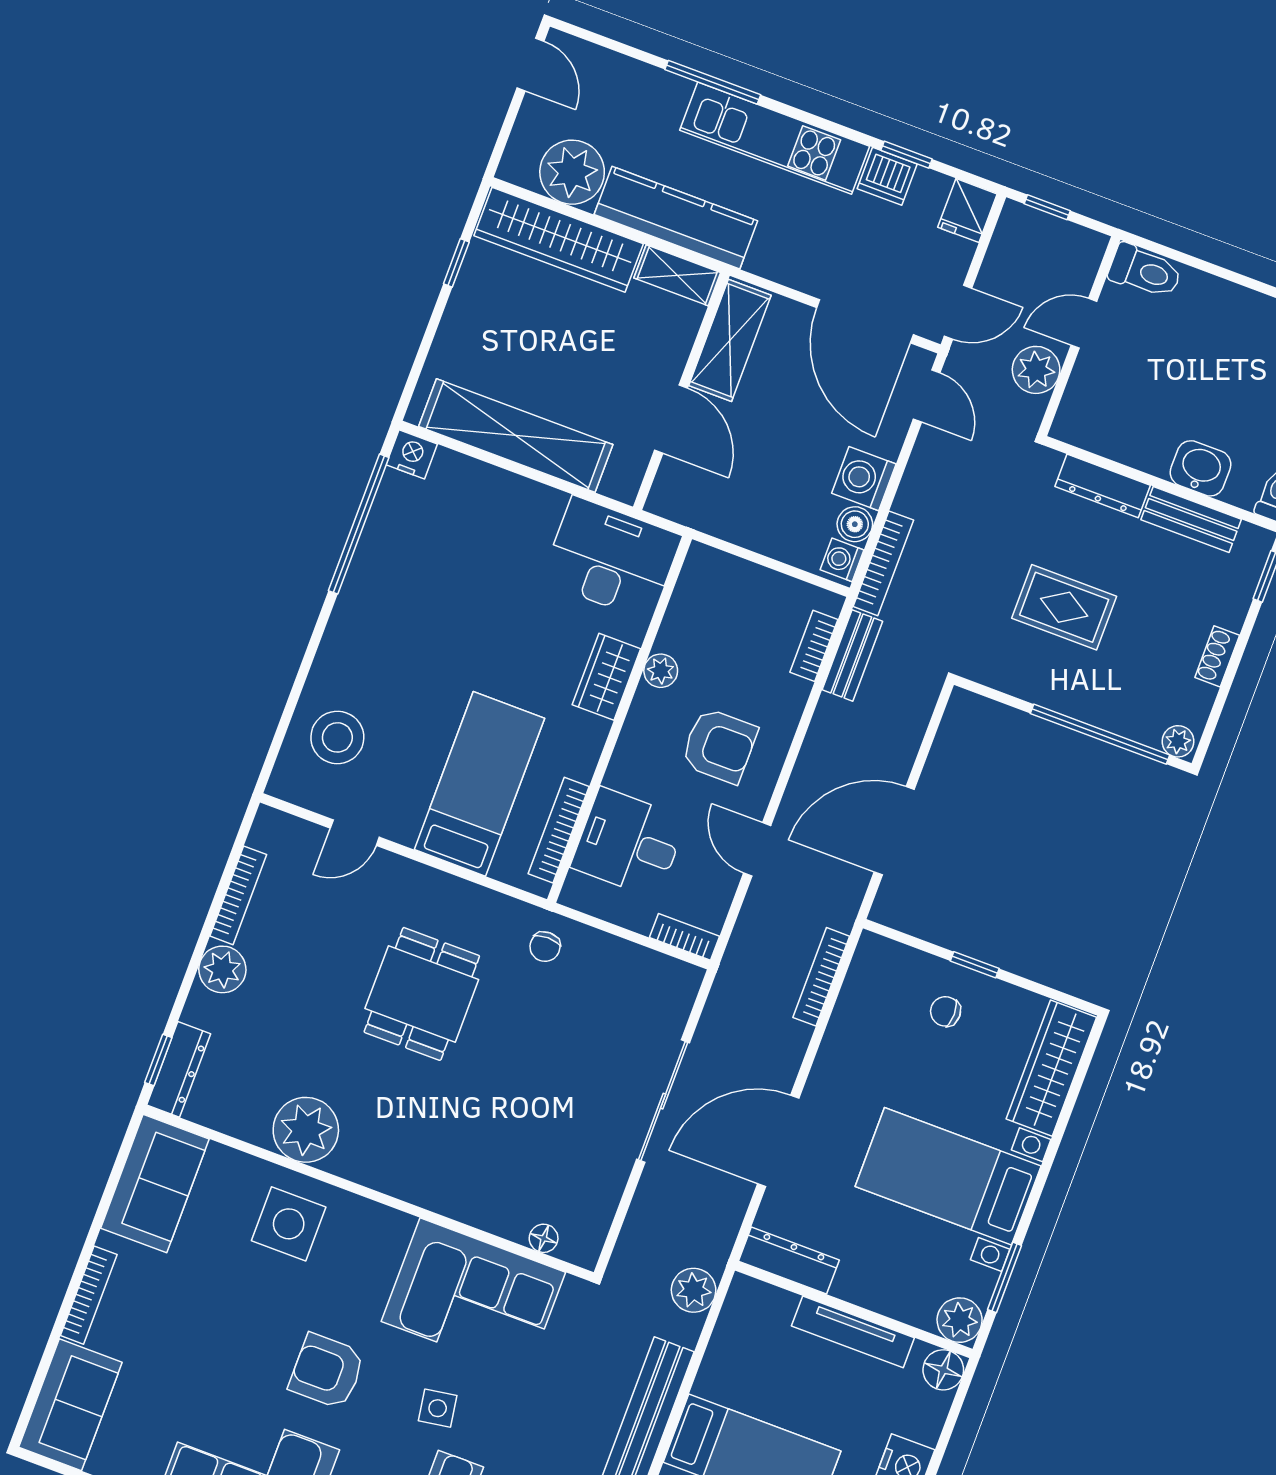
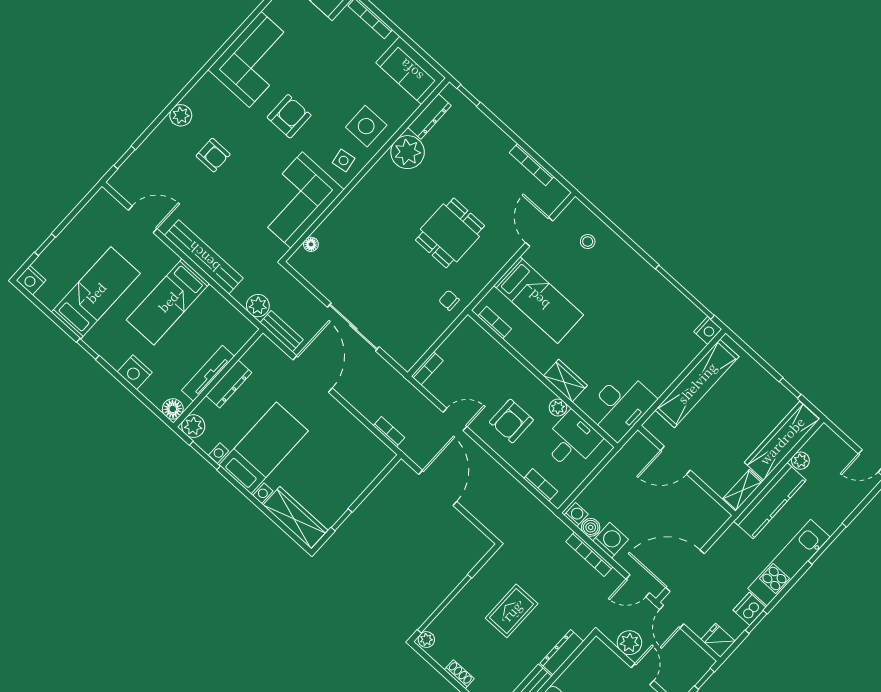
plant: (572, 172) -> (800, 461), width x0.53, depth x0.53
shelving: (730, 340) -> (702, 503), removed
bookcase: (883, 563) -> (589, 554), moved
bench: (852, 655) -> (282, 331), moved
stool: (337, 737) -> (588, 242), width x0.53, depth x0.53
bookcase: (559, 830) -> (495, 322), width x0.64
door: (355, 833) -> (539, 232), width x1.38
desk: (629, 843) -> (572, 441), moved
window: (975, 965) -> (342, 520), moved
plant: (222, 969) -> (499, 143), removed
bookcase: (821, 977) -> (389, 432), width x0.64
dining table: (422, 994) -> (450, 233), turned 90
chair: (946, 1011) -> (342, 478), removed
dresser: (179, 1069) -> (430, 117), moved, turned -90
dresser: (789, 1261) -> (229, 384), moved
side table: (438, 1408) -> (344, 161), moved

